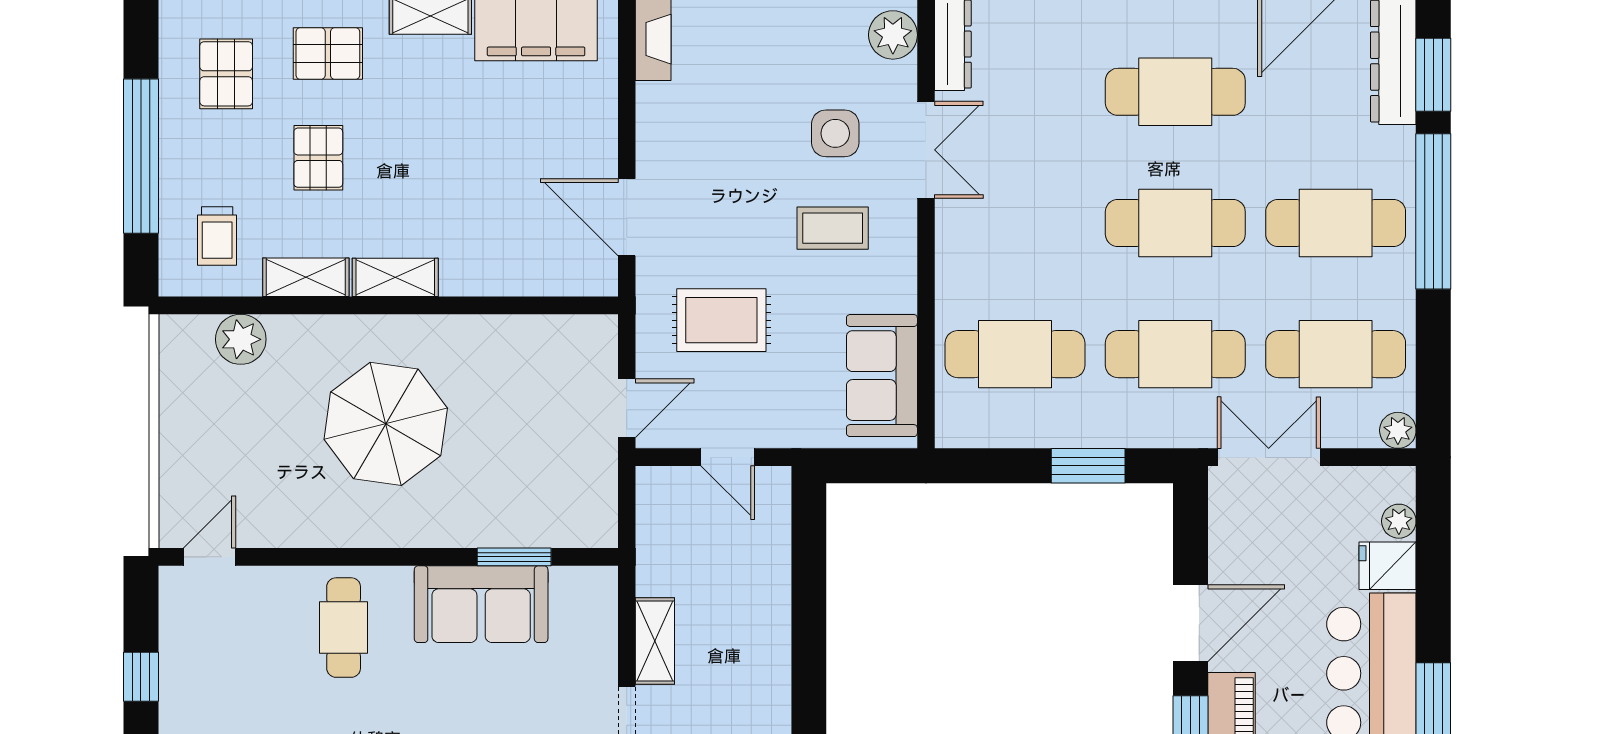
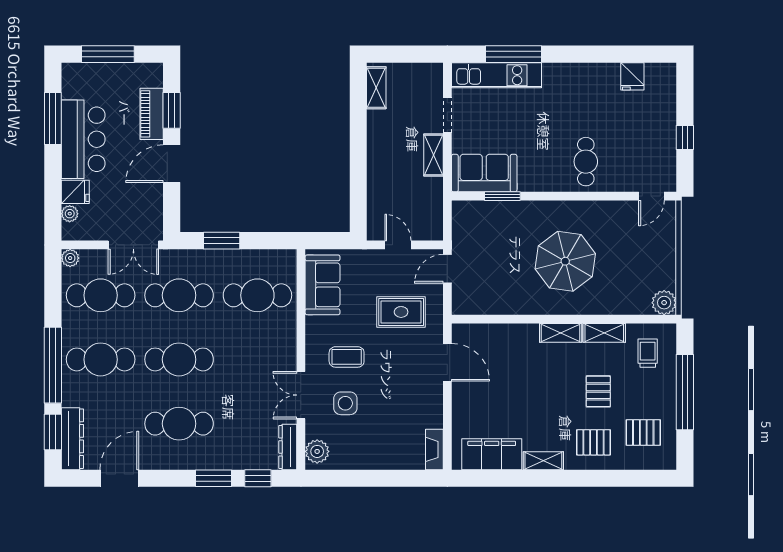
pallet: (226, 74) -> (643, 432), turned 90
plant: (241, 339) -> (664, 303), moved
sofa: (481, 604) -> (484, 173), moved

